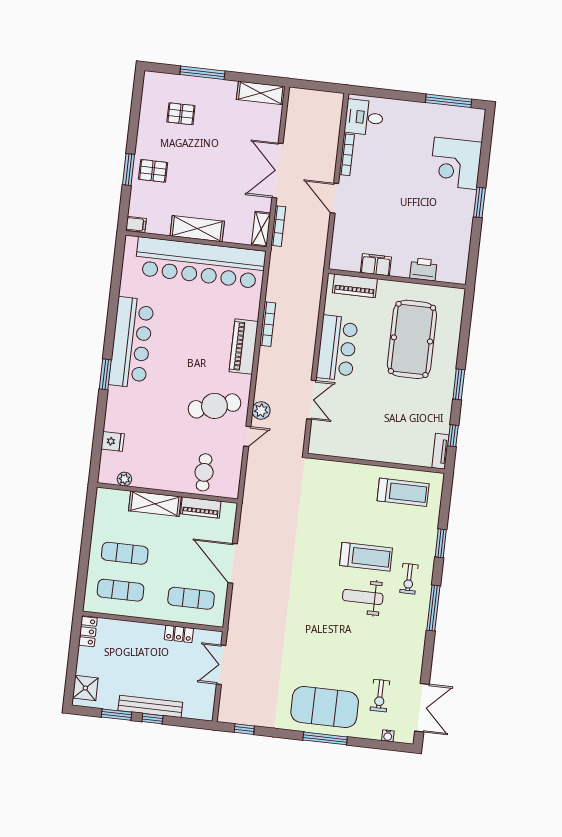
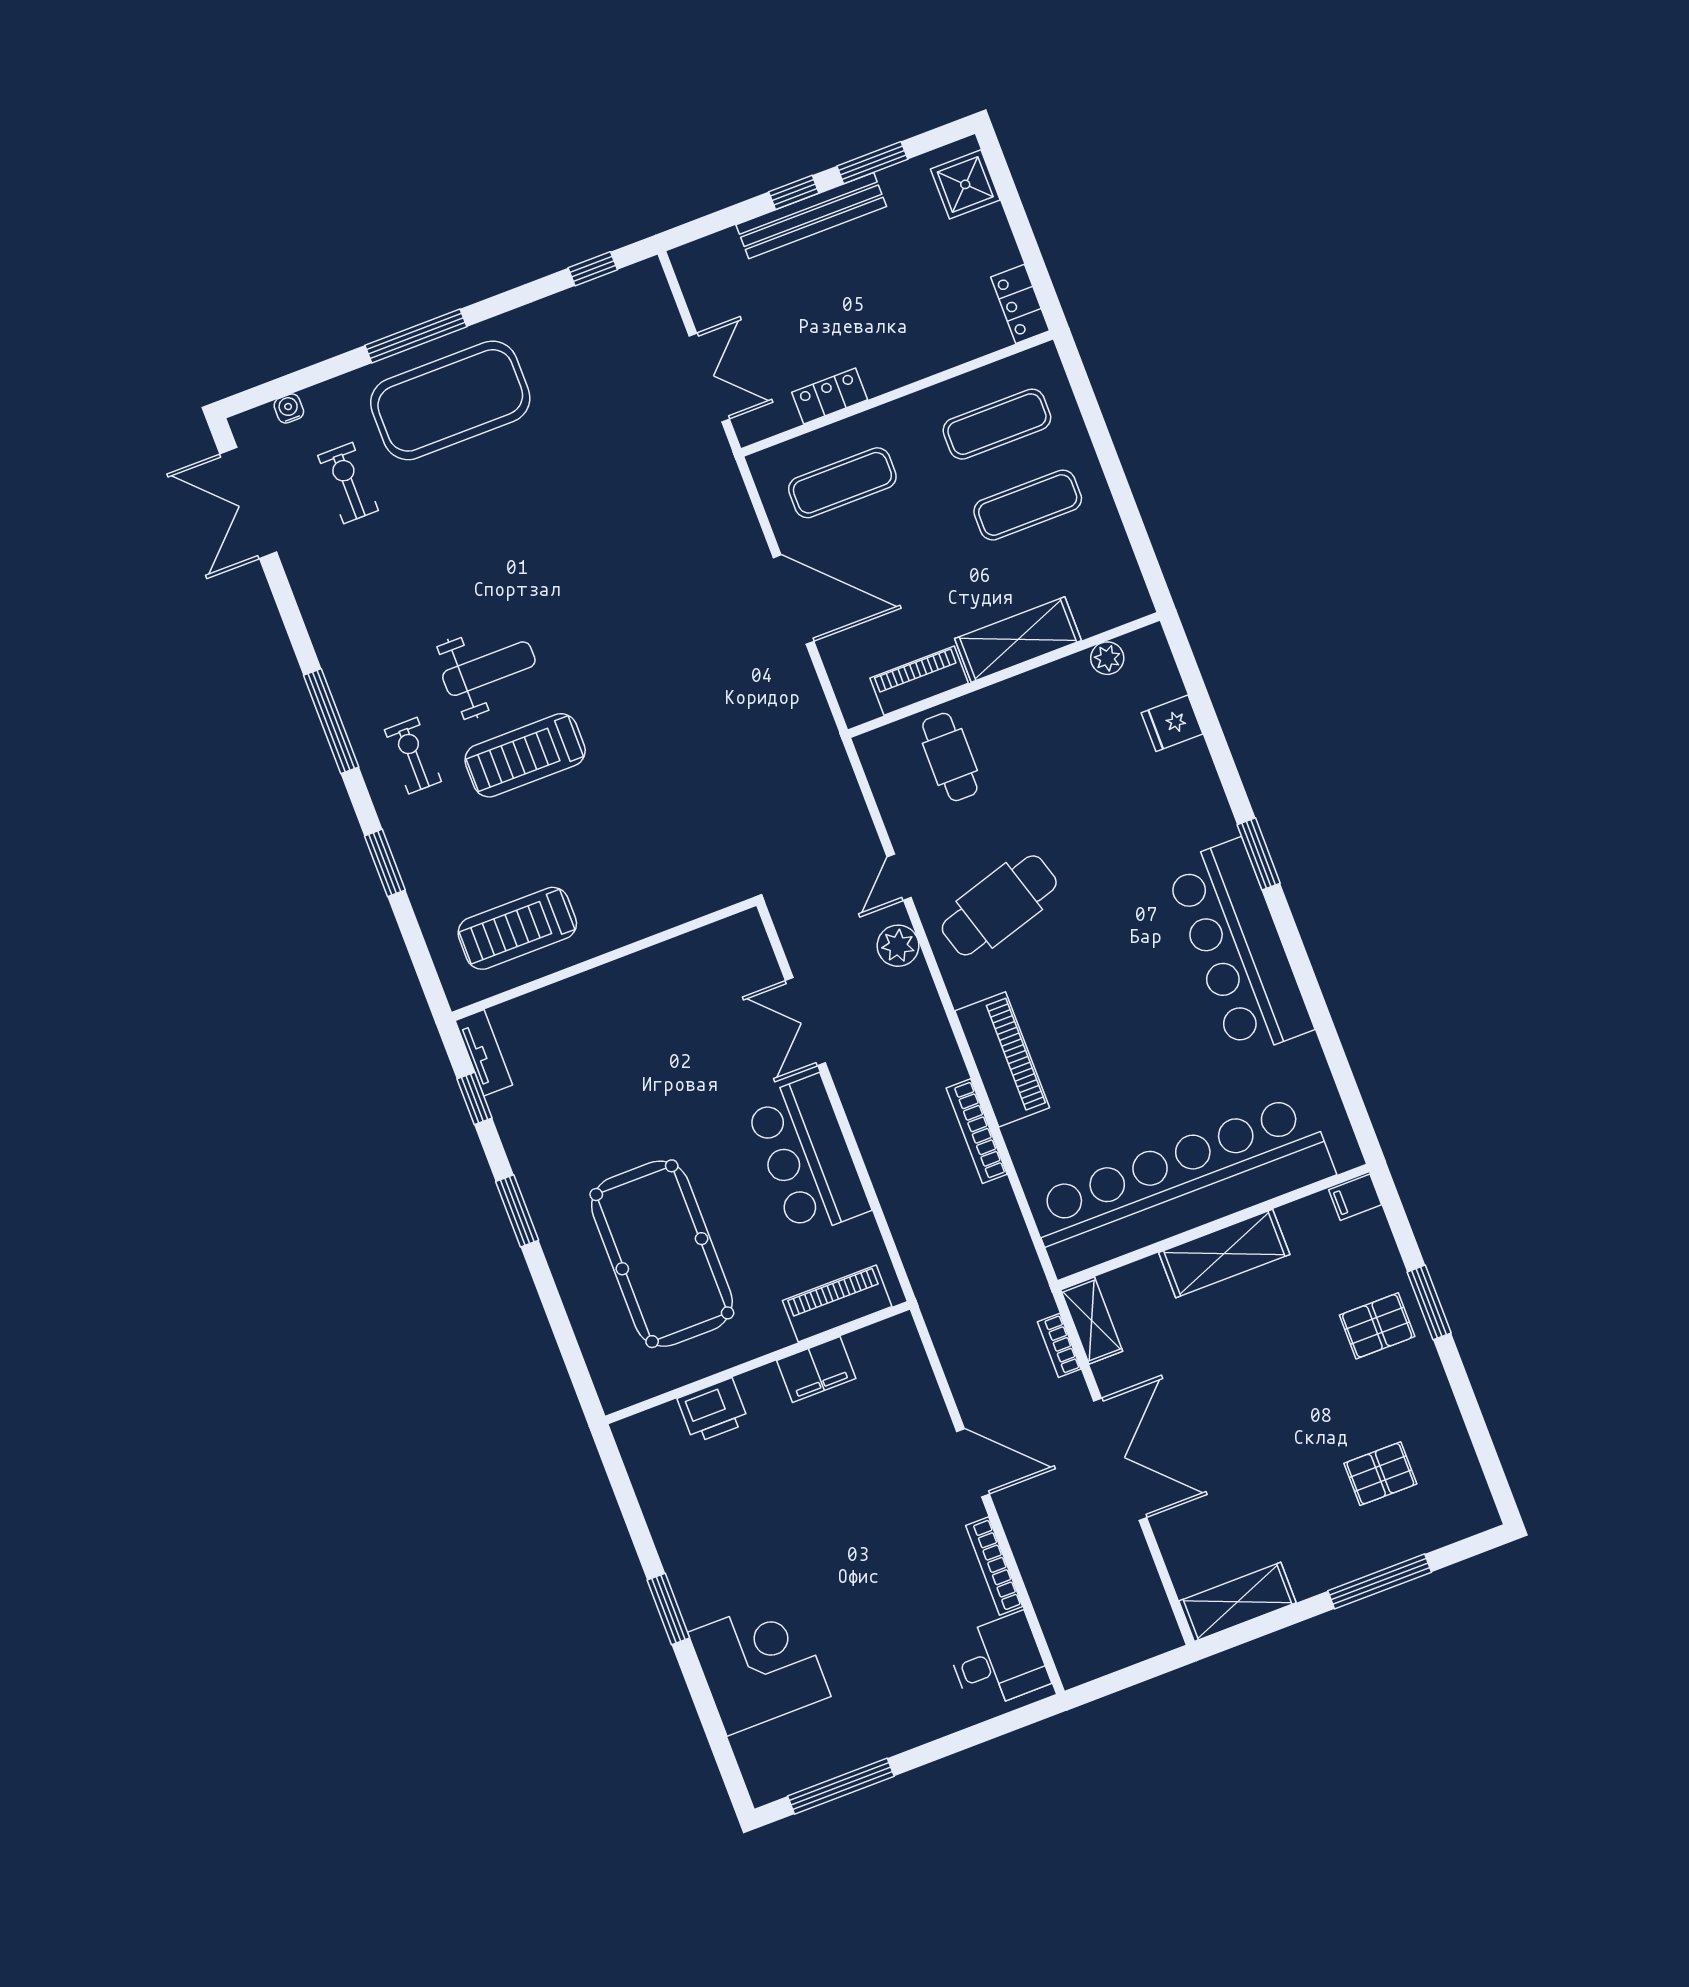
bookcase: (278, 226) -> (1059, 1345), width x0.64

